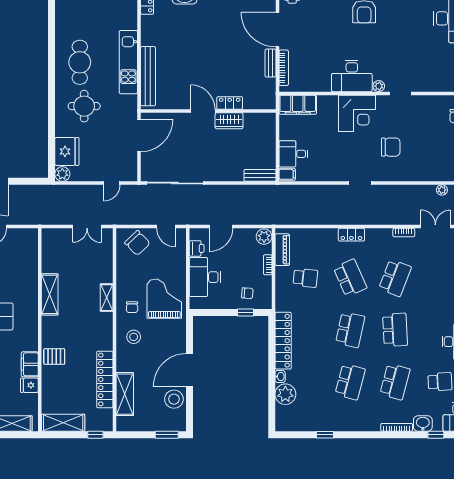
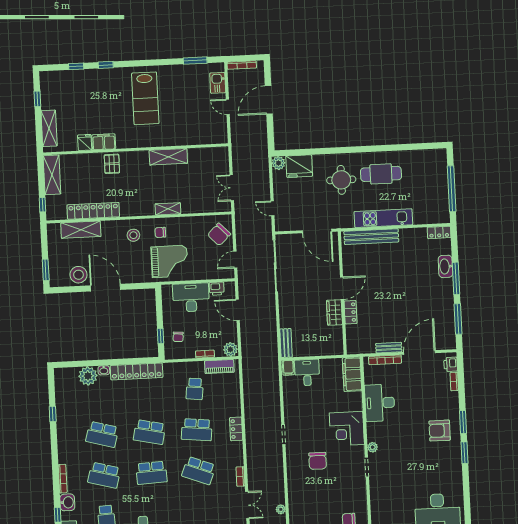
desk: (352, 76) -> (380, 403), moved
school desk: (350, 278) -> (197, 430), turned 30

